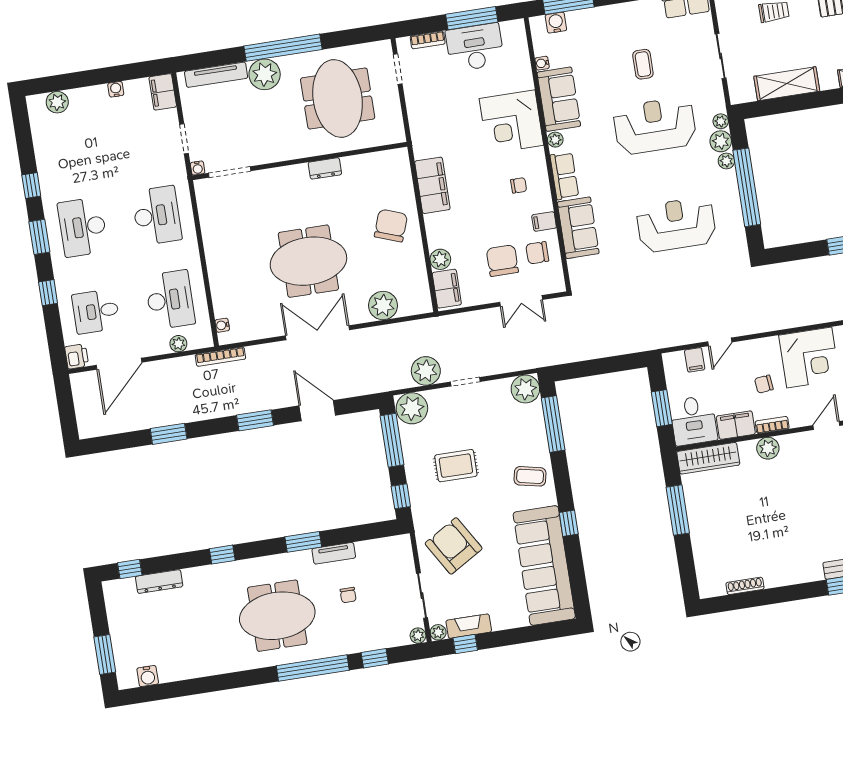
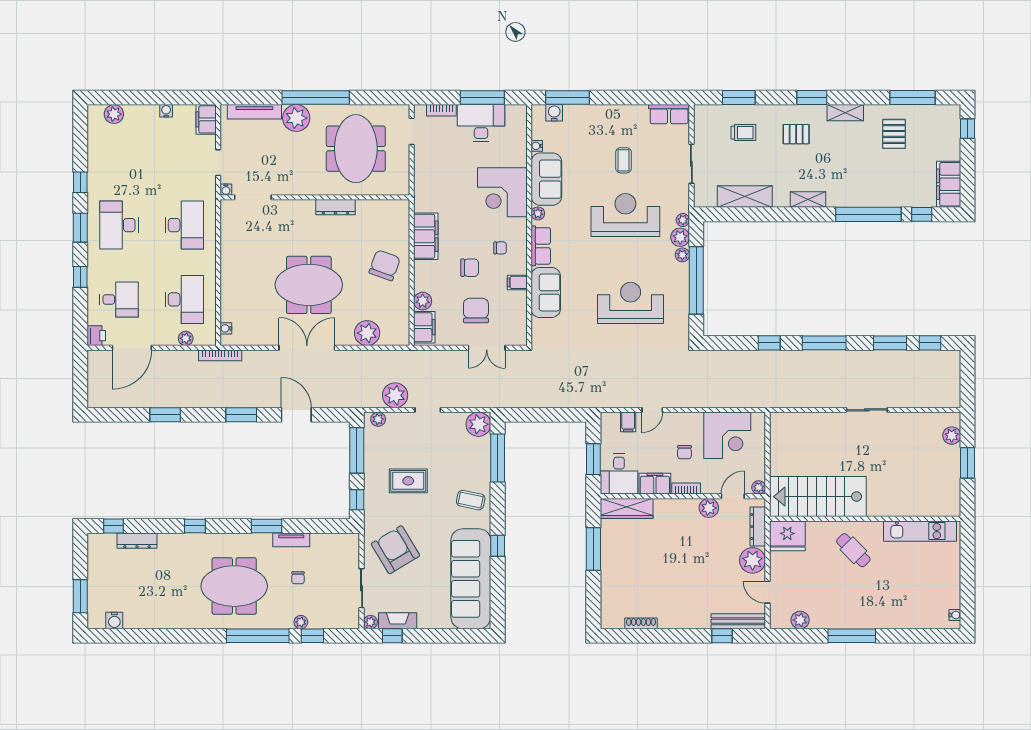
dresser: (325, 168) -> (335, 207), width x1.44
chair: (537, 253) -> (470, 268), moved, turned 180
desk: (96, 311) -> (119, 299), turned 180
chair: (764, 384) -> (684, 452), turned -84
plant: (412, 408) -> (378, 419), width x0.53, depth x0.53
plant: (768, 448) -> (709, 508), moved
plant: (418, 636) -> (301, 622), moved

